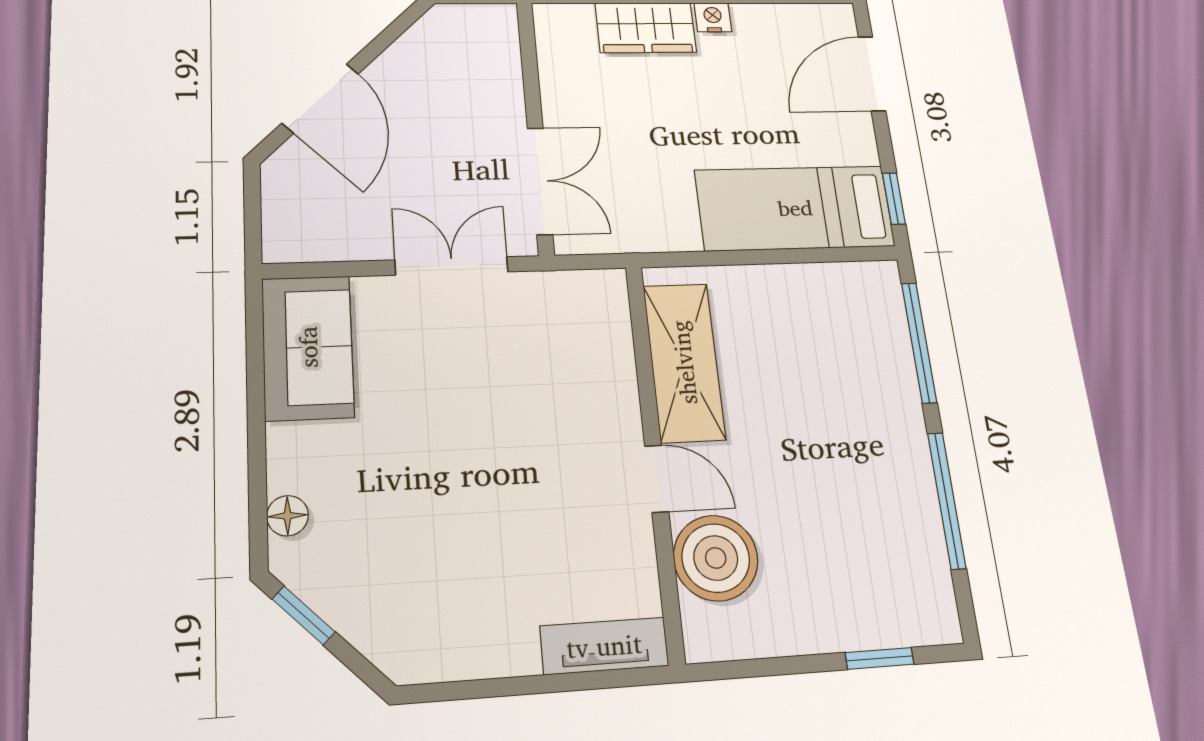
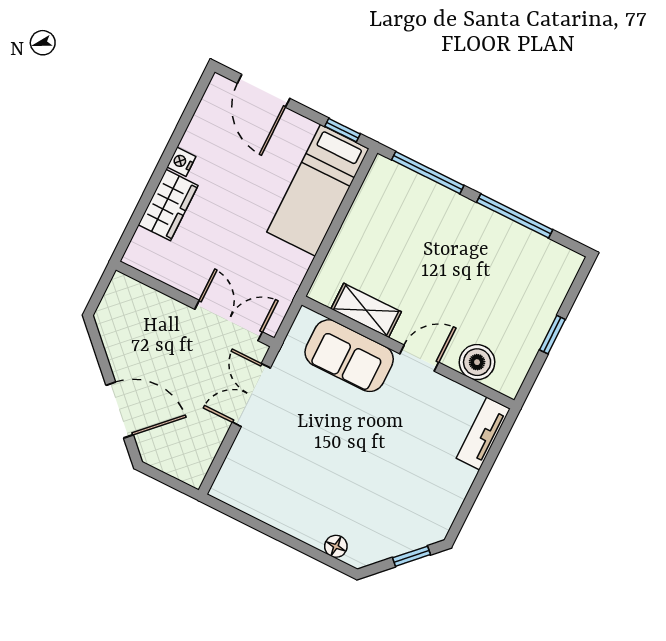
sofa: (308, 347) -> (349, 356), moved, turned 180
shelving: (684, 362) -> (366, 310), width x0.67, depth x0.75
boiler: (716, 558) -> (477, 362), width x0.73, depth x0.73
window: (304, 615) -> (412, 556), moved
window: (880, 658) -> (552, 335), moved

